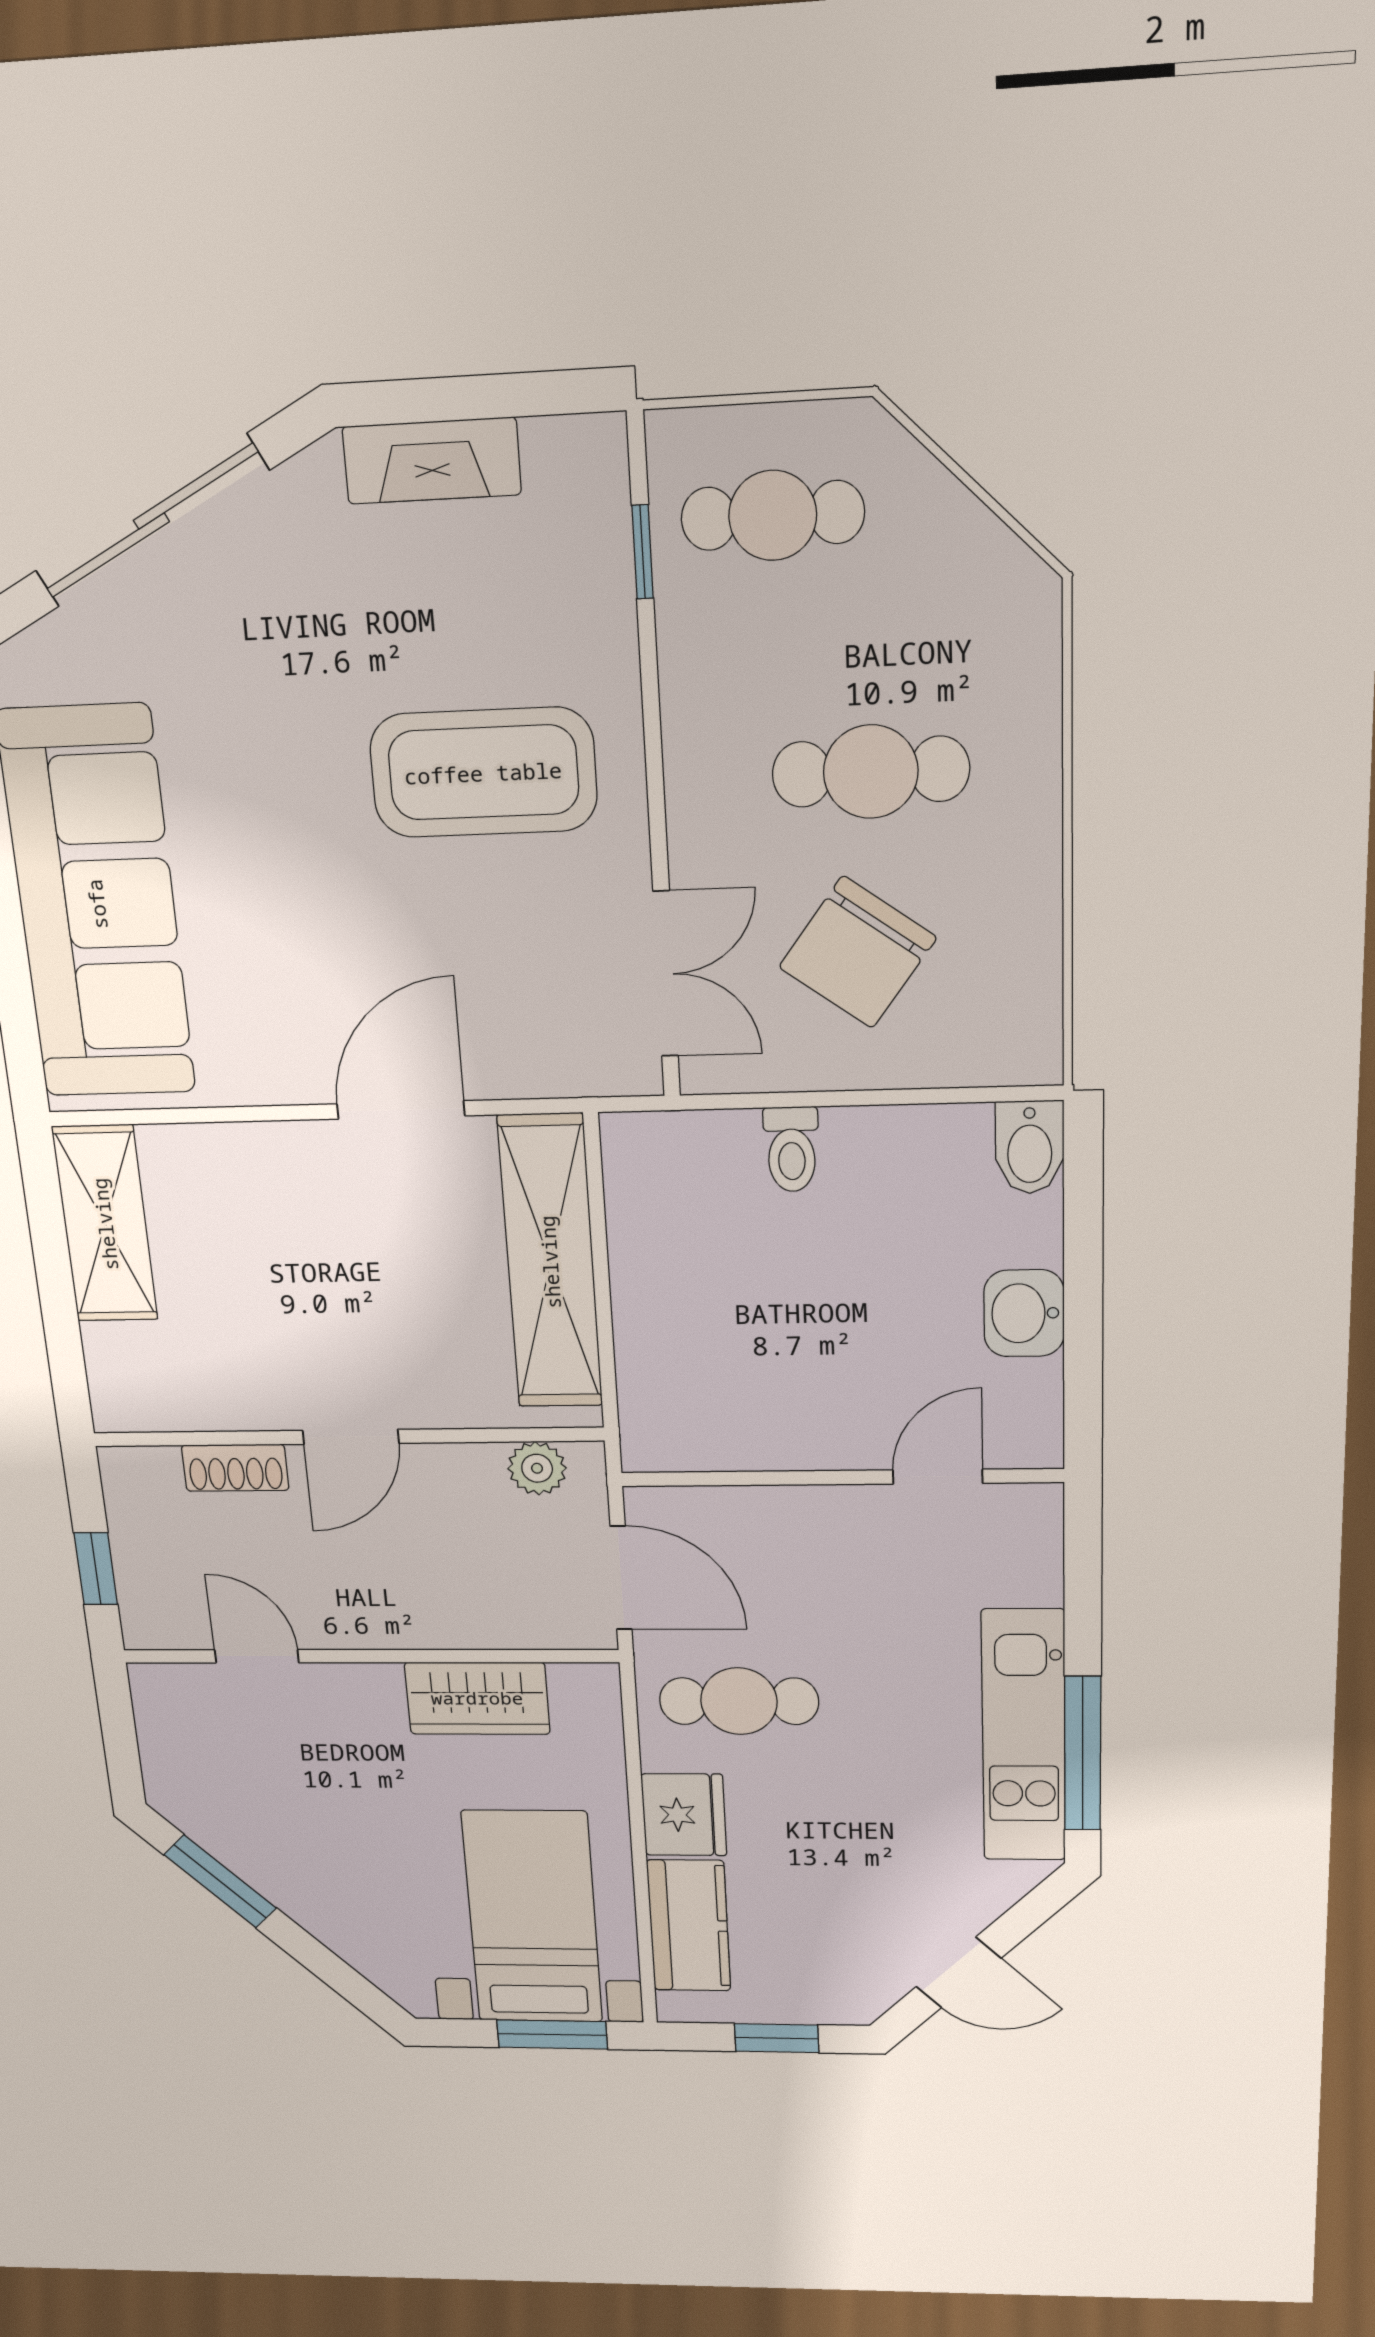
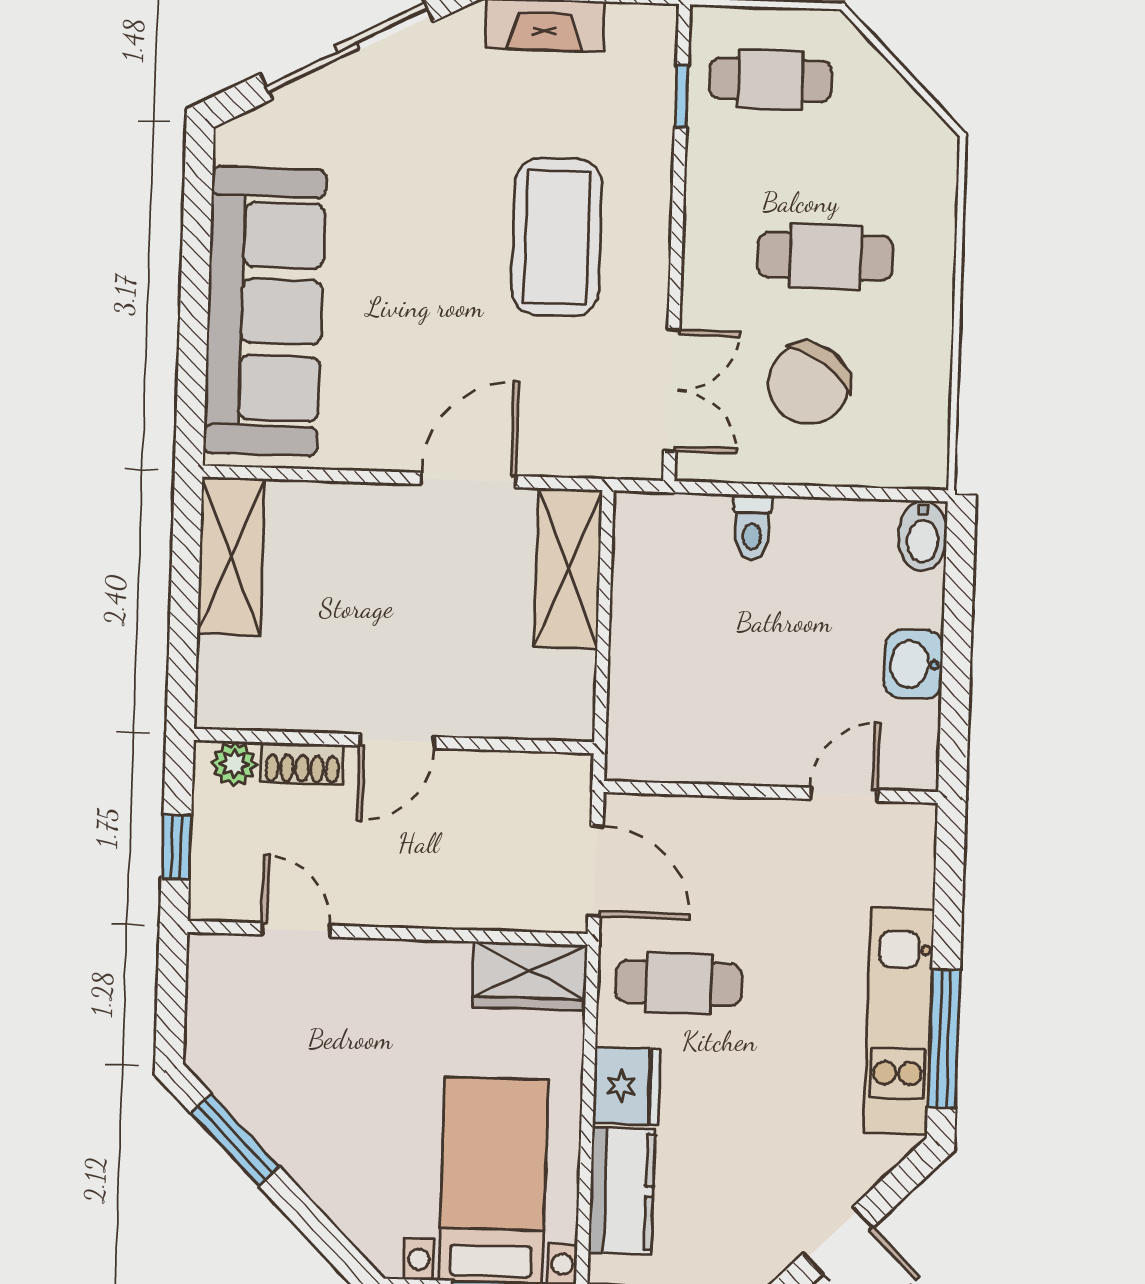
coffee table: (483, 773) -> (557, 237), turned 90
shelving: (550, 1262) -> (568, 569), width x0.68
plant: (537, 1468) -> (234, 764), moved
wardrobe: (477, 1698) -> (530, 976), moved

